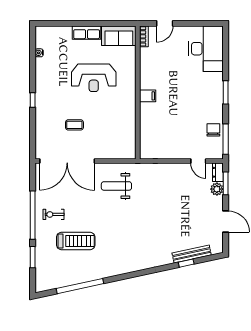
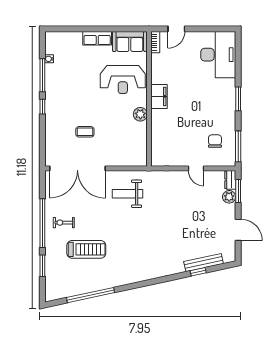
window: (33, 69) -> (42, 75), added
reception desk: (94, 78) -> (123, 79), moved
filing cabinet: (148, 96) -> (159, 96), width x2.00
plant: (129, 108) -> (140, 114), added
chair: (213, 130) -> (215, 141), moved
door: (198, 161) -> (196, 168), moved

